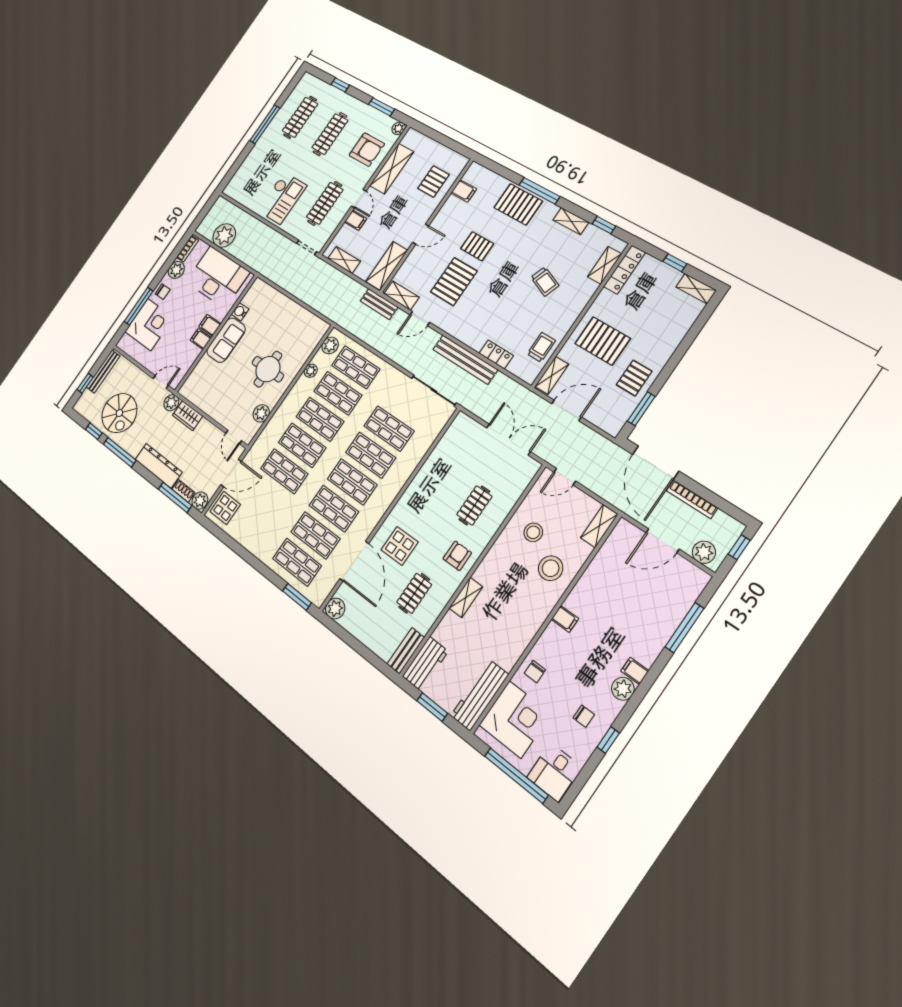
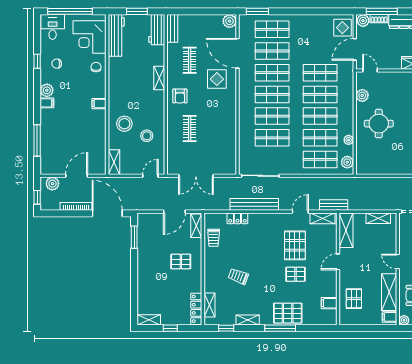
filing cabinet: (355, 220) -> (389, 317), moved
pallet: (603, 341) -> (181, 262), width x0.67, depth x0.71
pallet: (634, 378) -> (149, 251), removed

